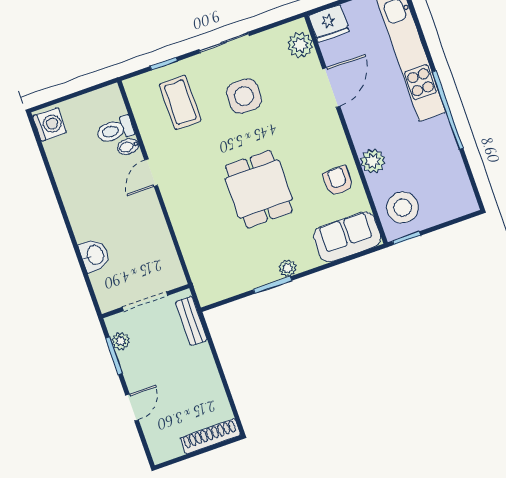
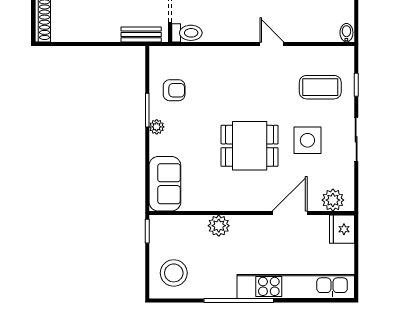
door: (331, 88) -> (290, 213), swing flipped
toilet: (115, 130) -> (187, 33), moved, turned 90
bidet: (128, 147) -> (346, 33), moved
armchair: (338, 181) -> (174, 90), moved
dining table: (259, 189) -> (250, 146), moved
stool: (403, 208) -> (174, 273), moved

